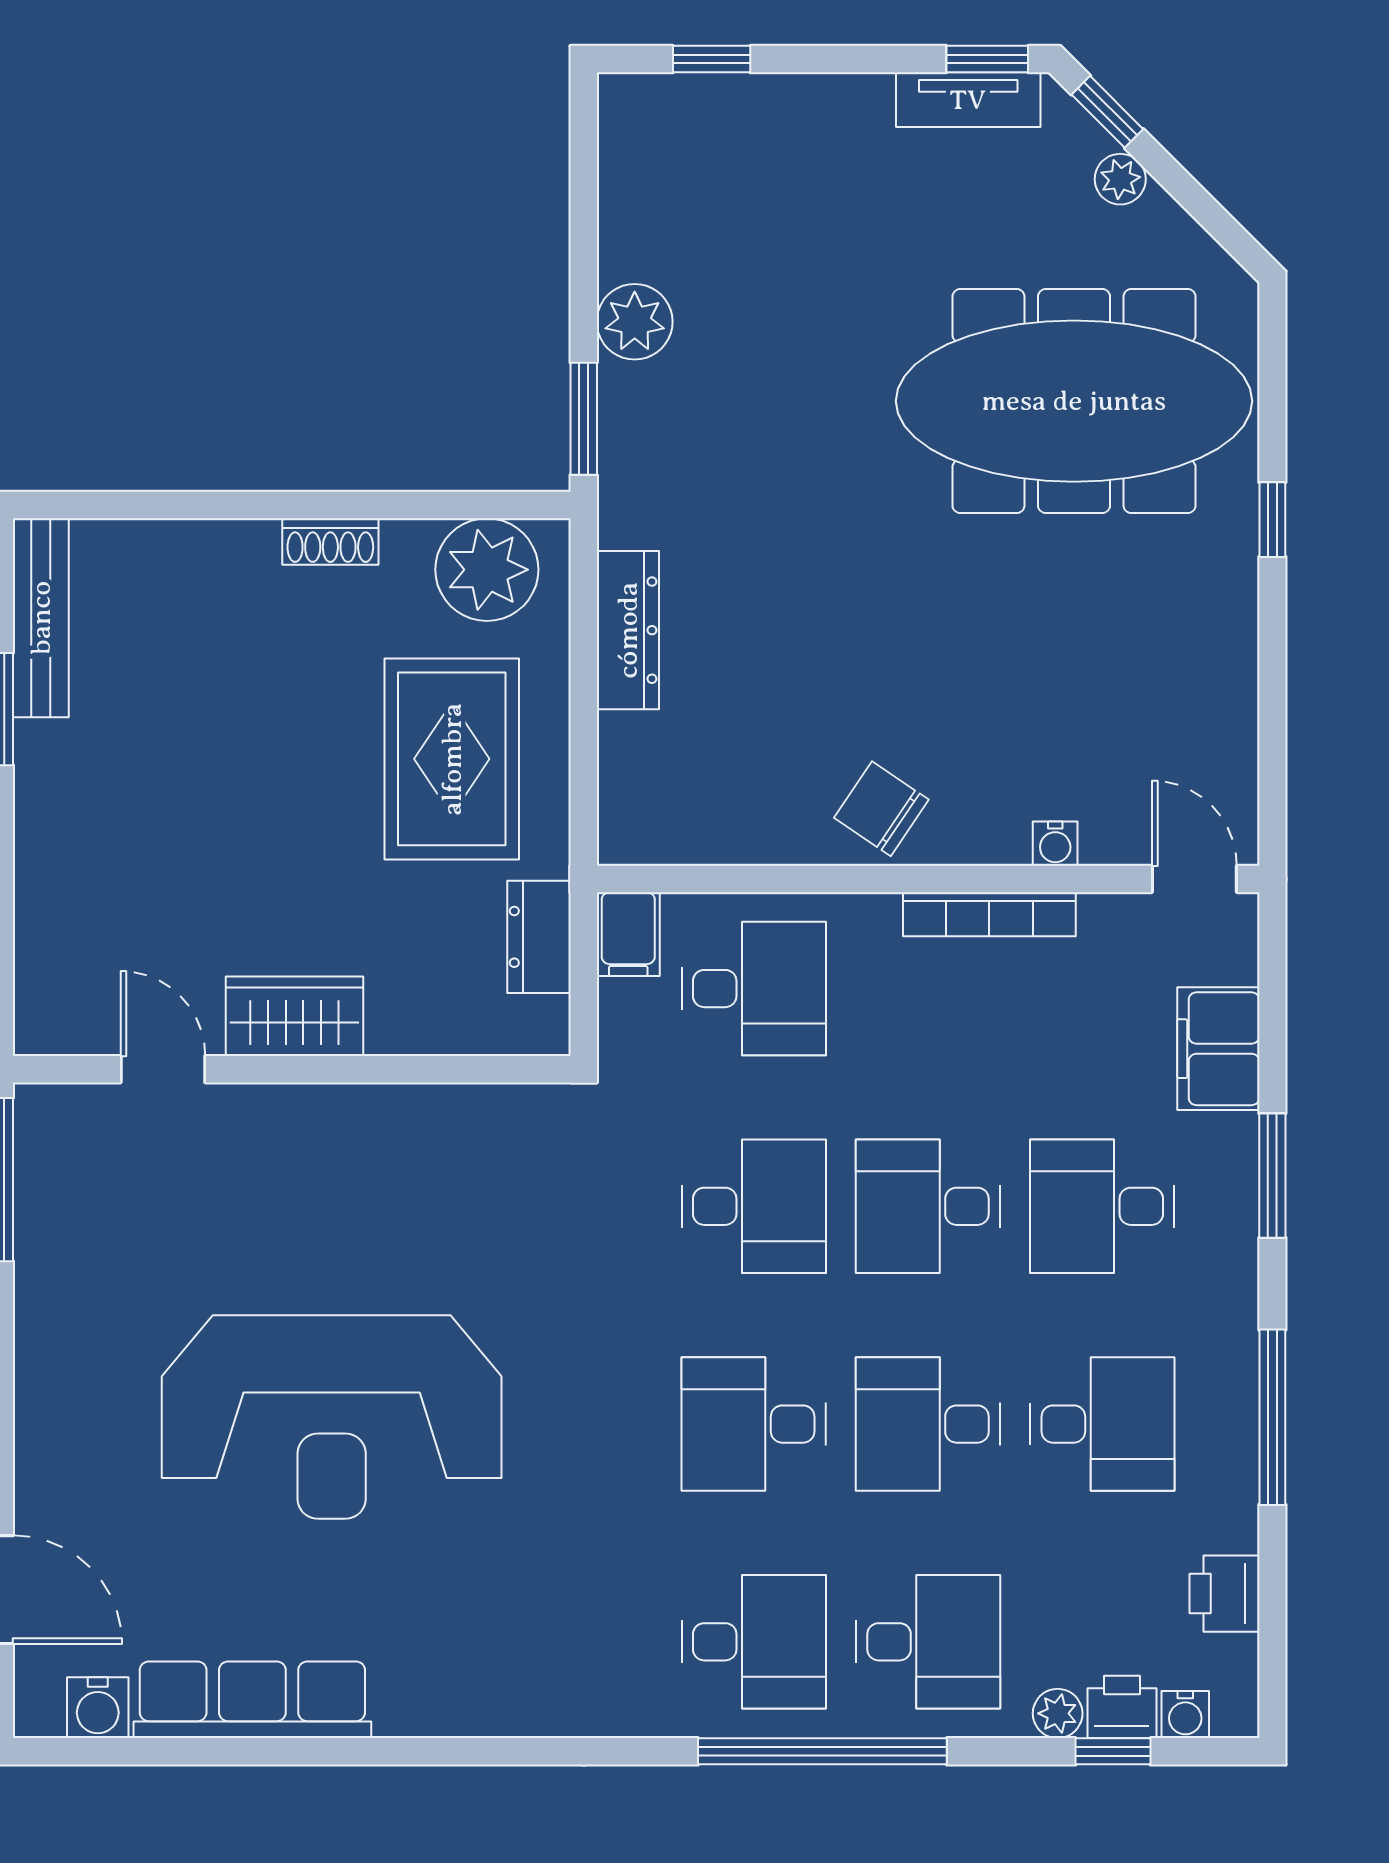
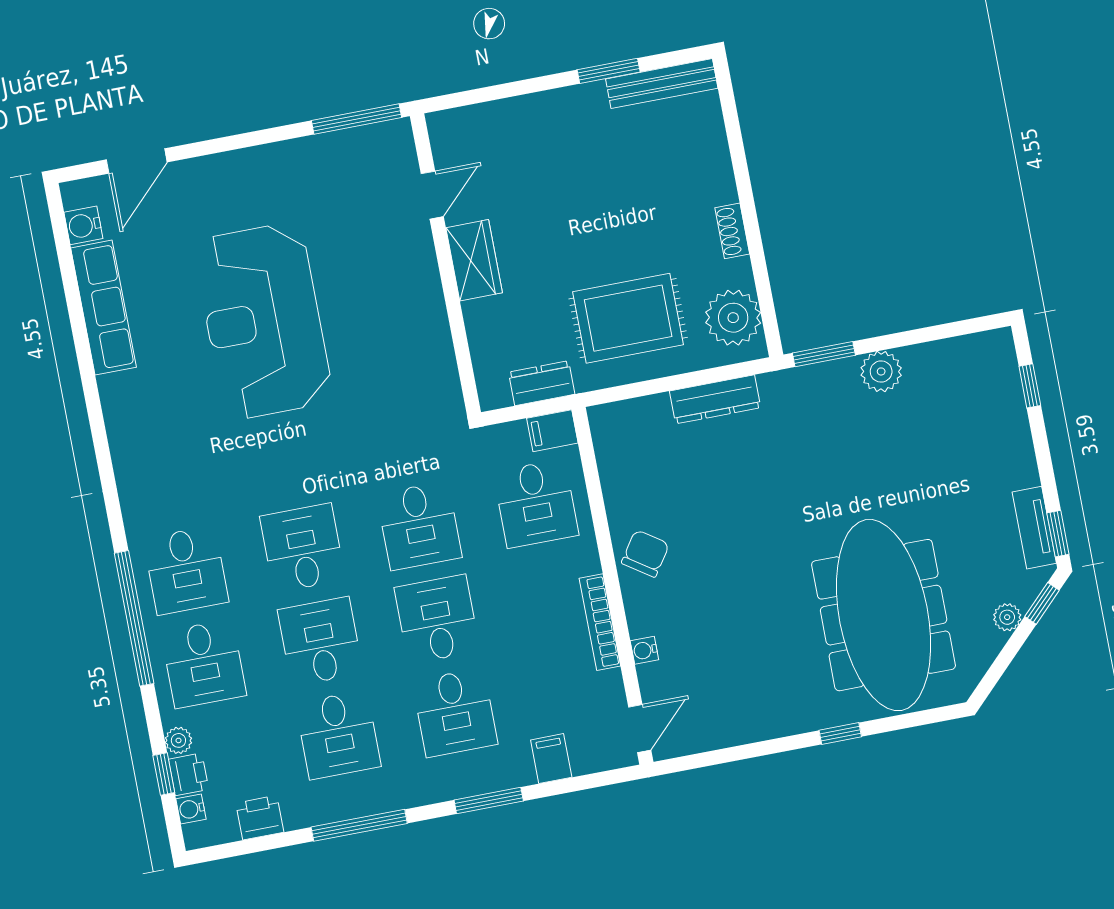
filing cabinet: (1218, 1049) -> (551, 759), width x0.50
desk: (1102, 1206) -> (455, 713), turned 180

